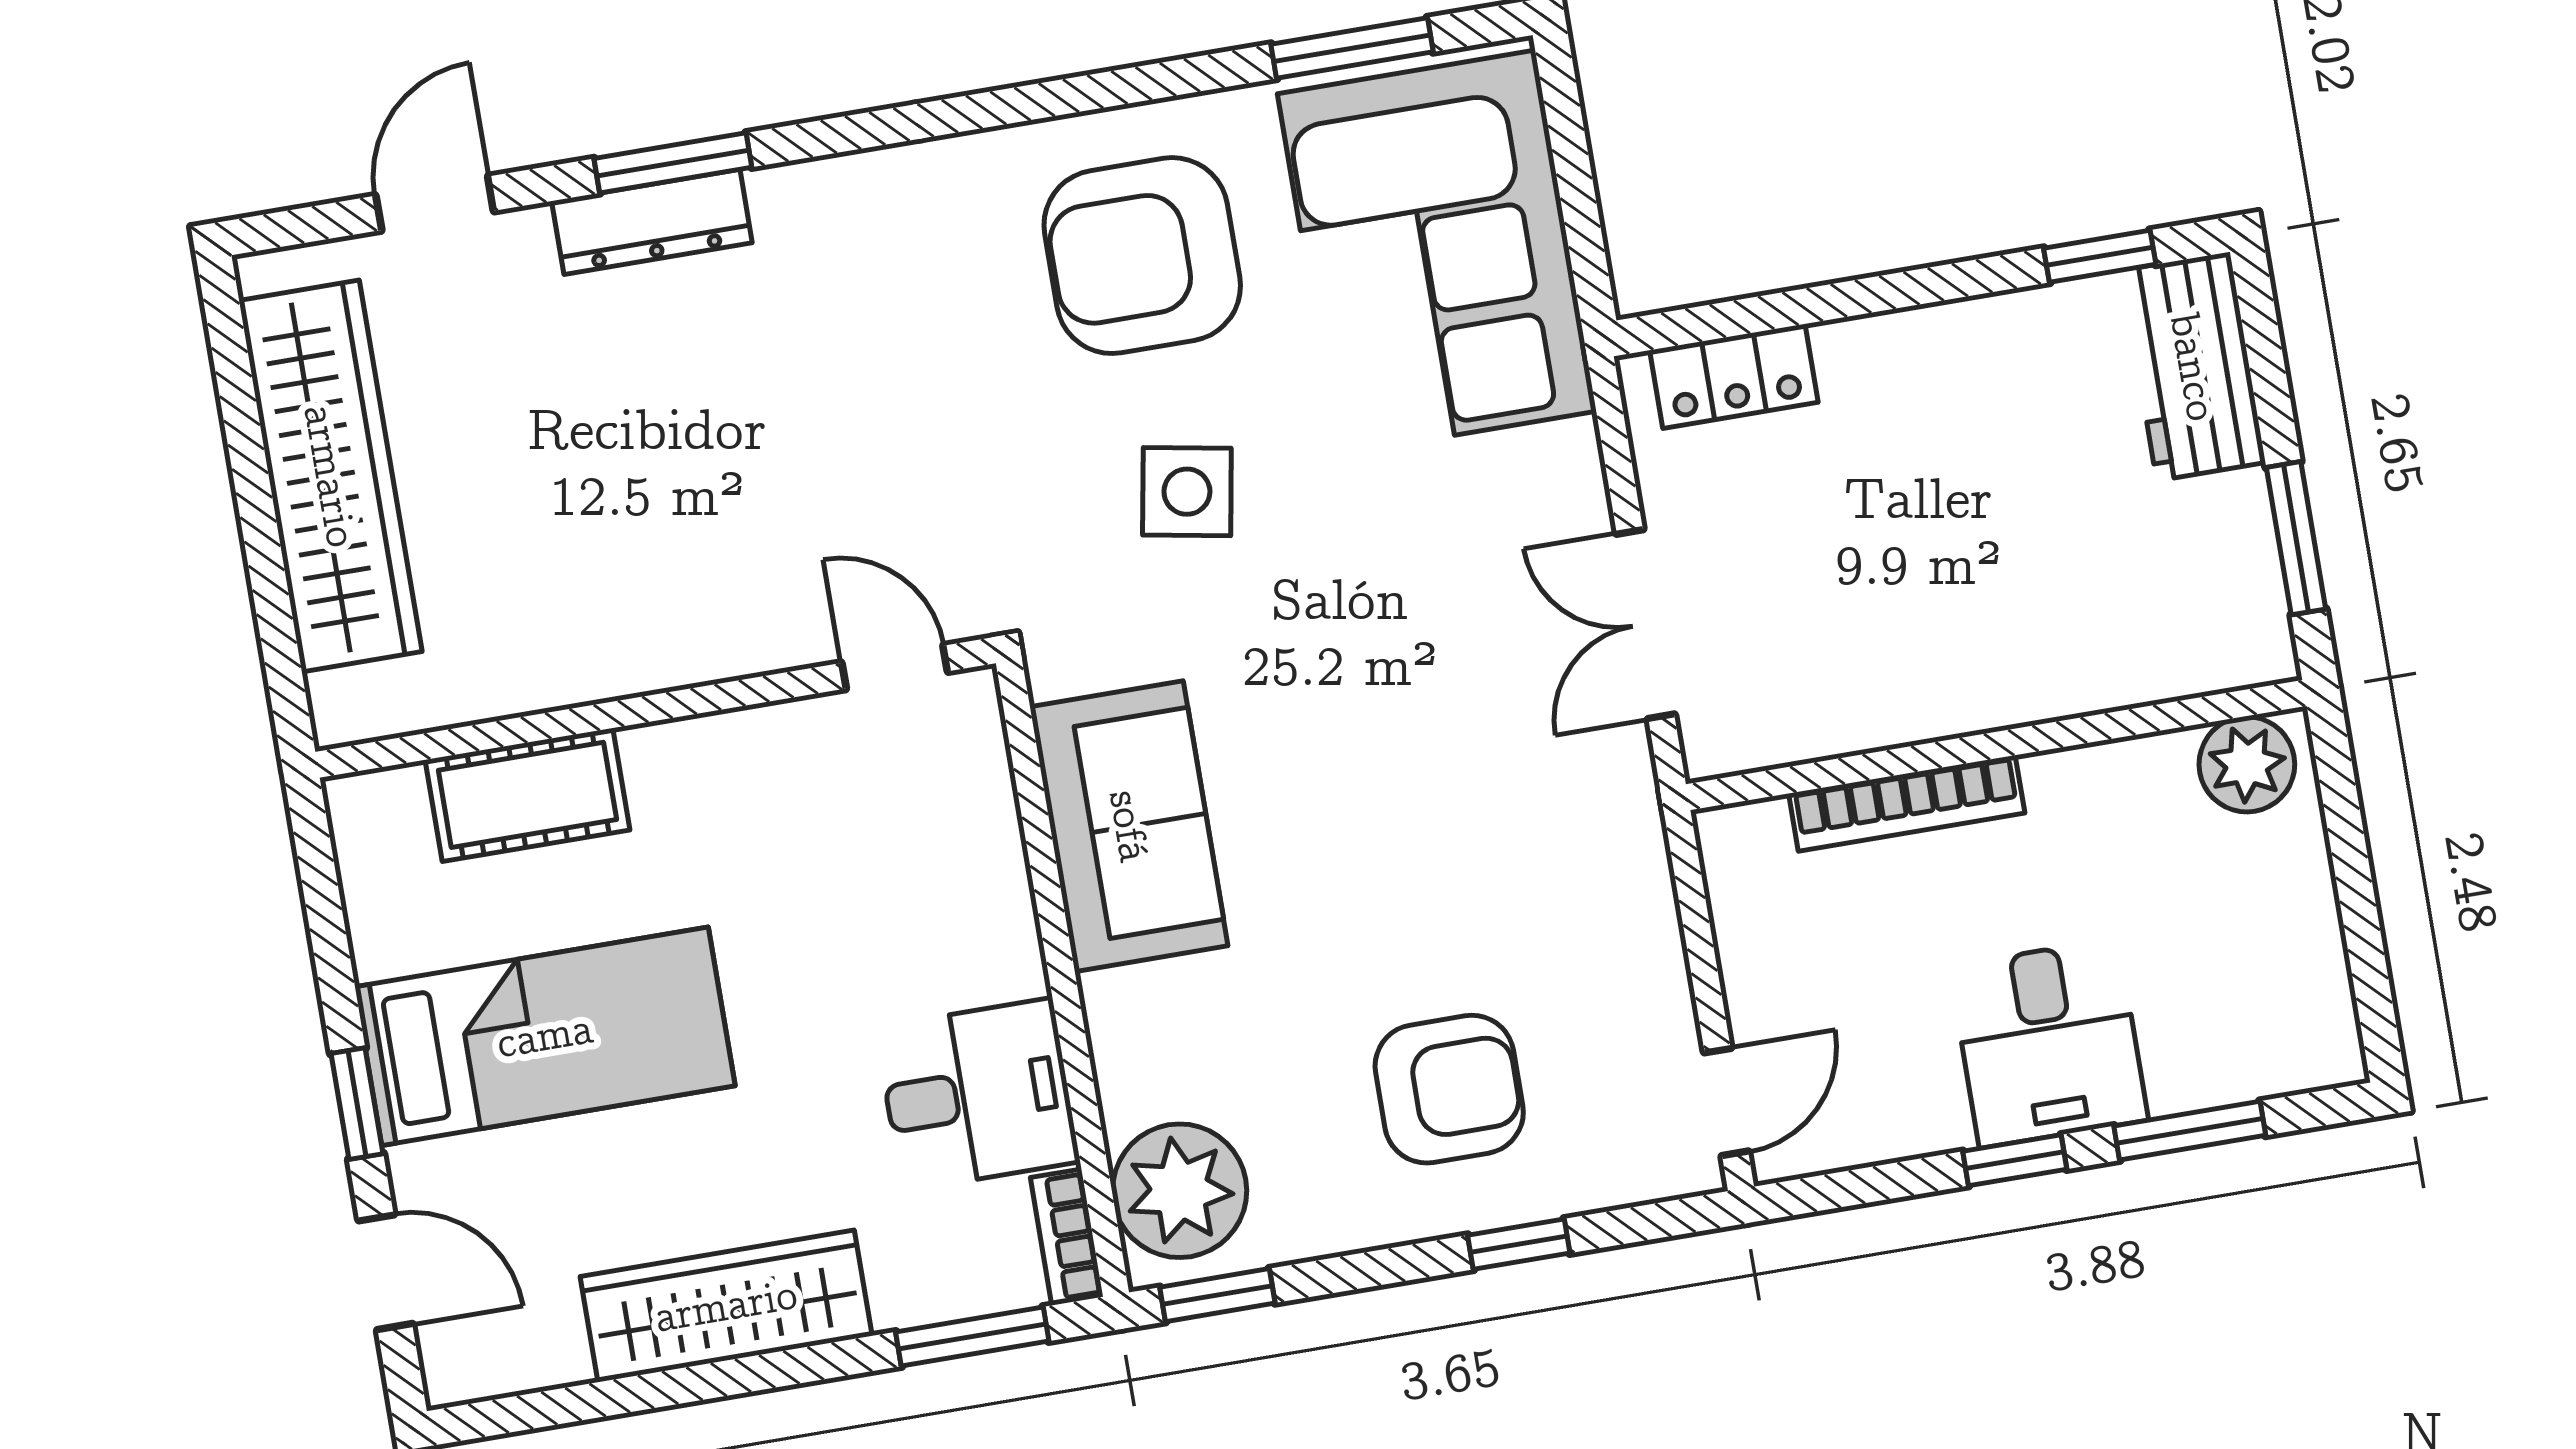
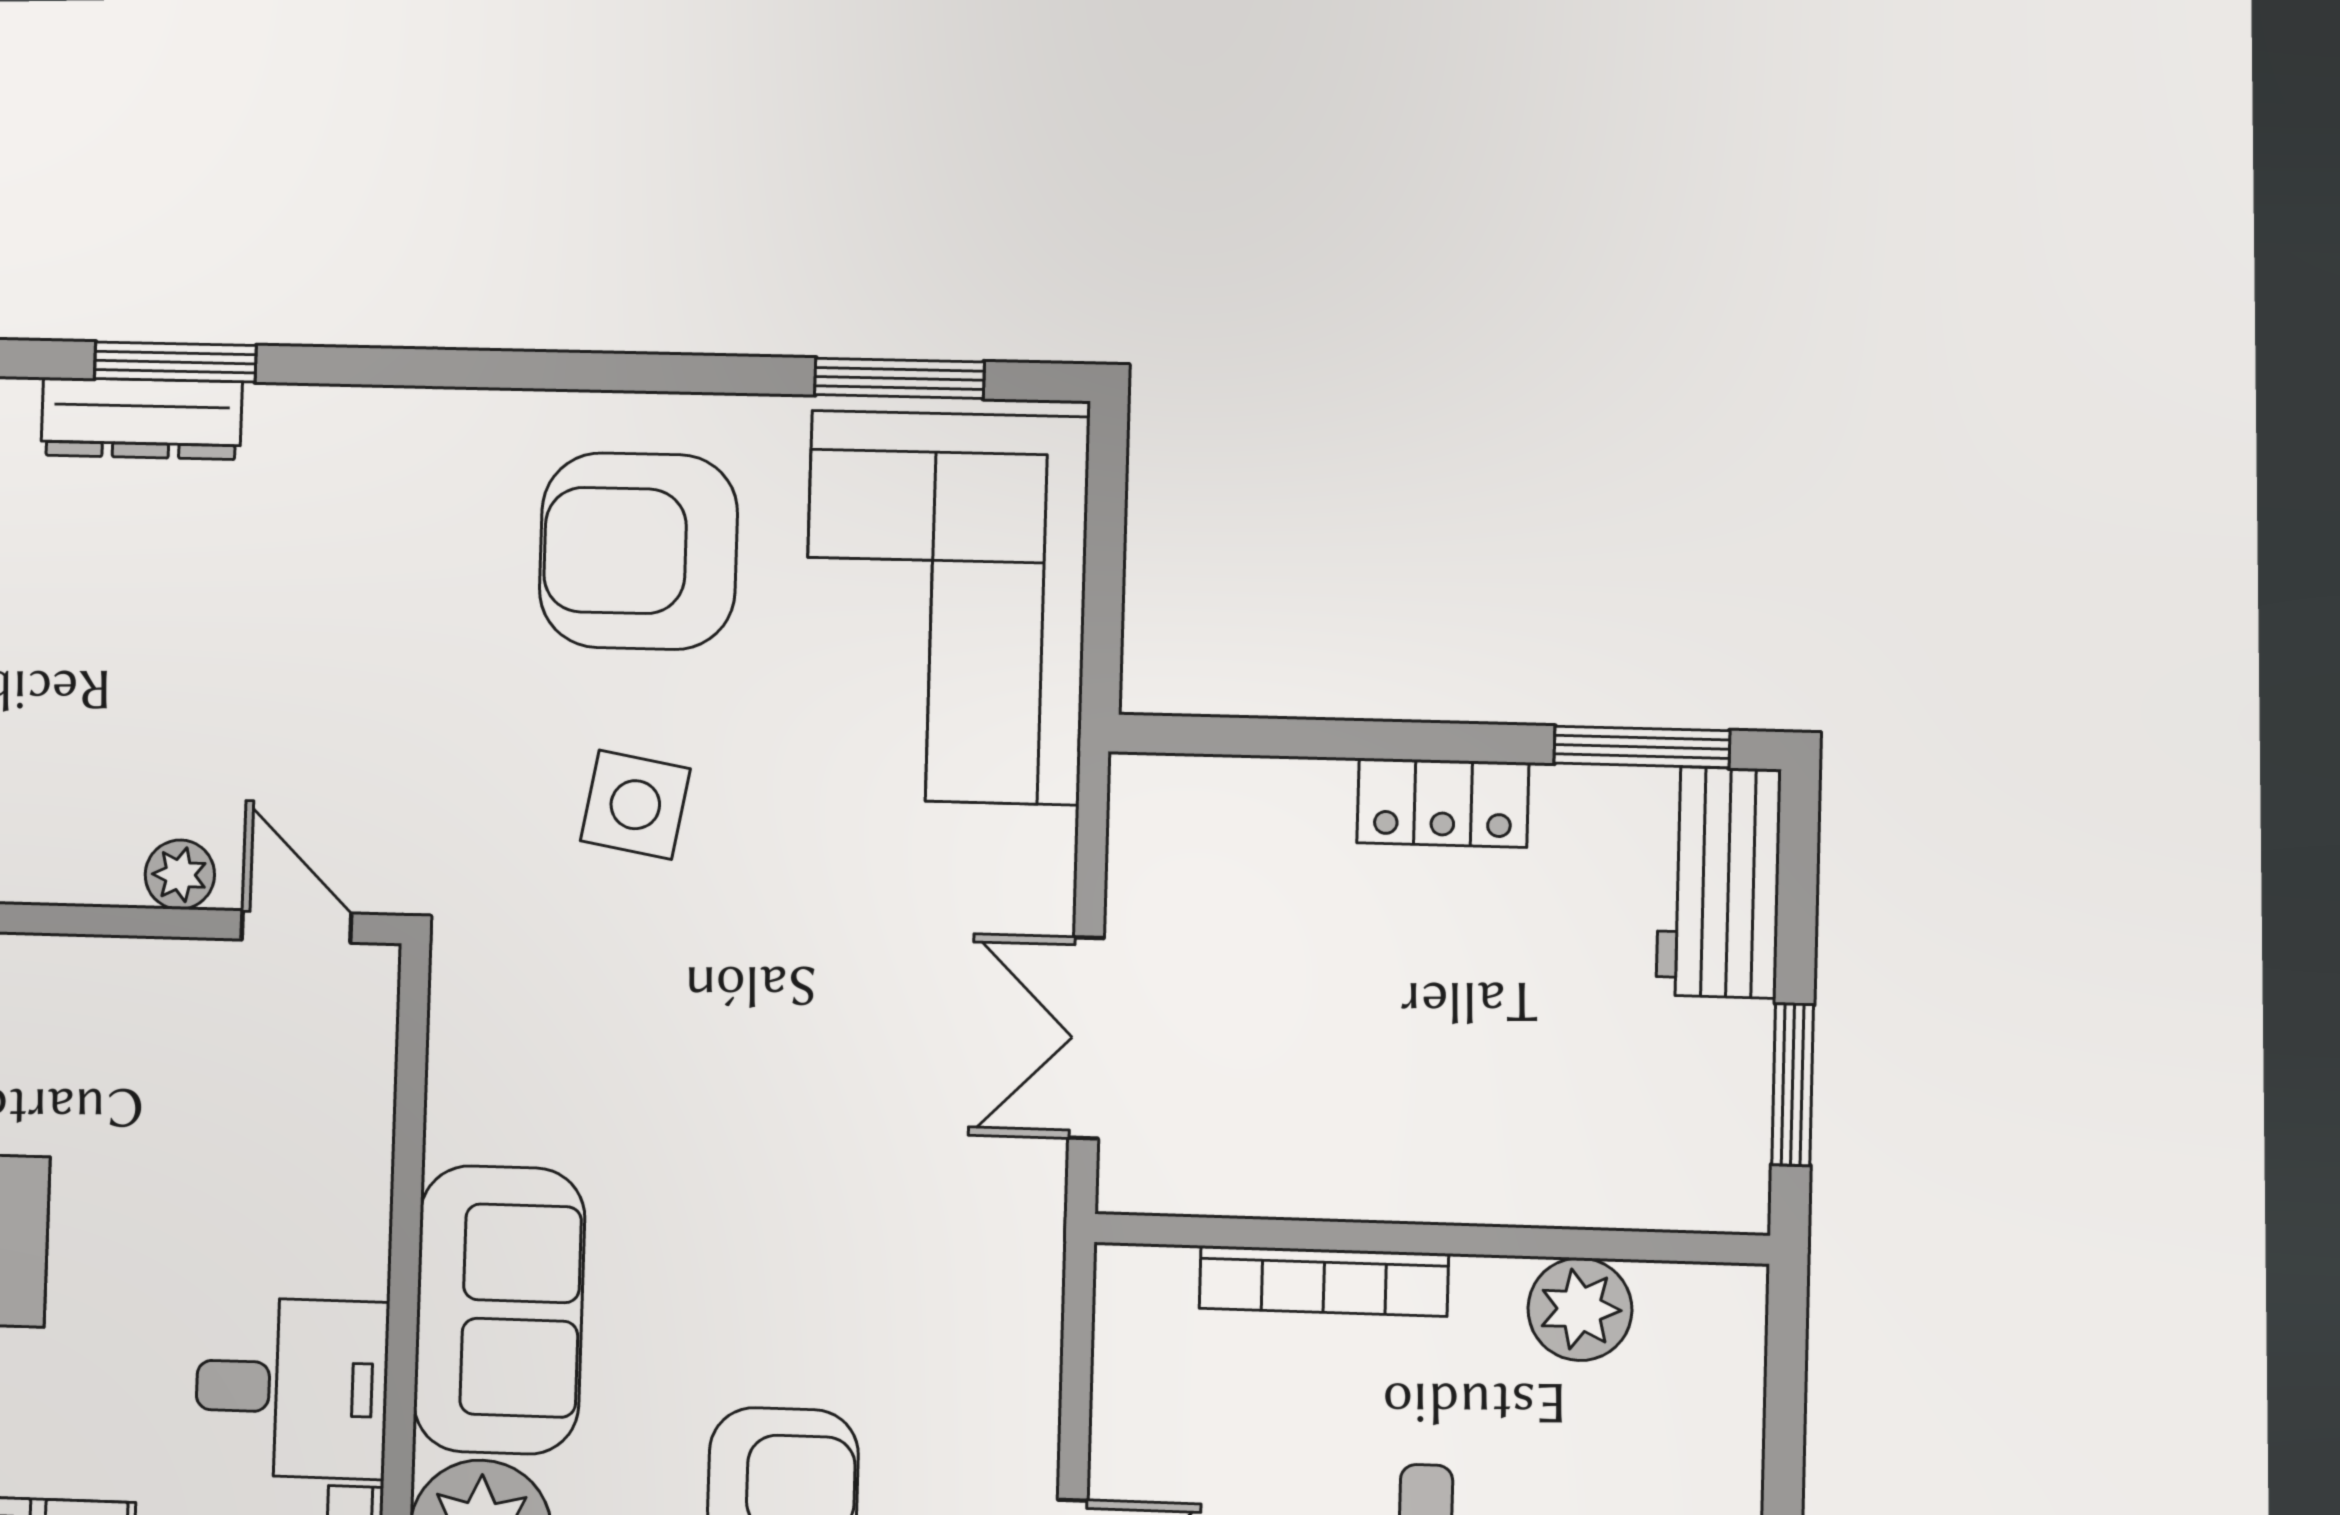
window: (2100, 256) -> (1642, 747), width x1.50
locker: (1734, 376) -> (1443, 803), moved
plant: (776, 641) -> (180, 875), added
plant: (2247, 764) -> (1580, 1309), moved
sofa: (1129, 826) -> (499, 1310), moved

